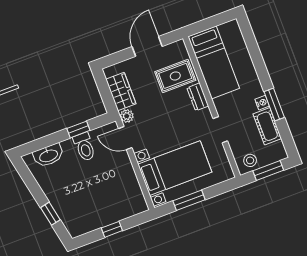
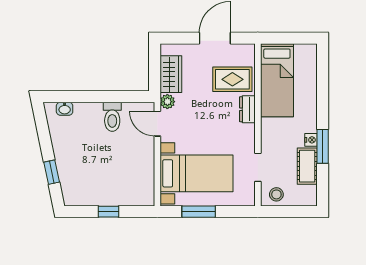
window: (78, 129) -> (113, 97), removed
doorway: (220, 130) -> (258, 167), moved
washbasin: (48, 155) -> (65, 109), width x0.52, depth x0.69
window: (268, 170) -> (291, 212), removed

